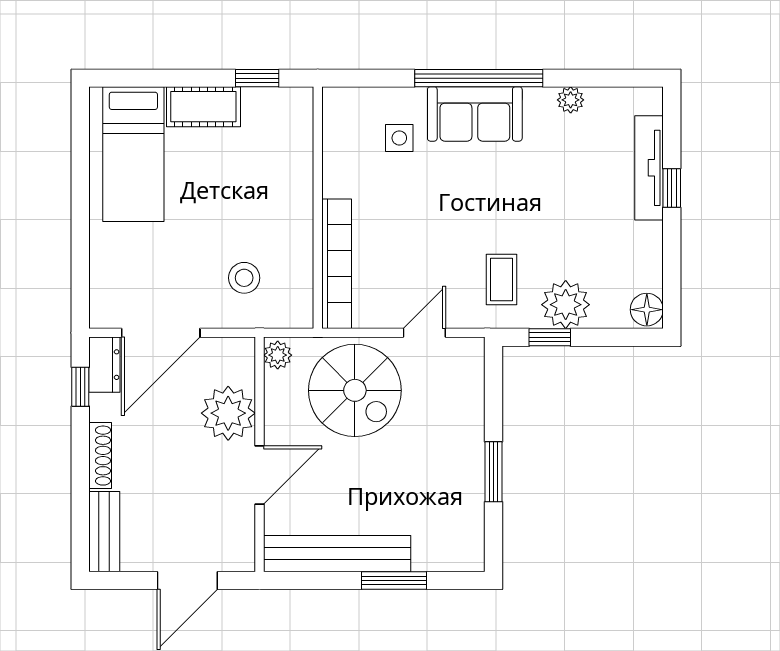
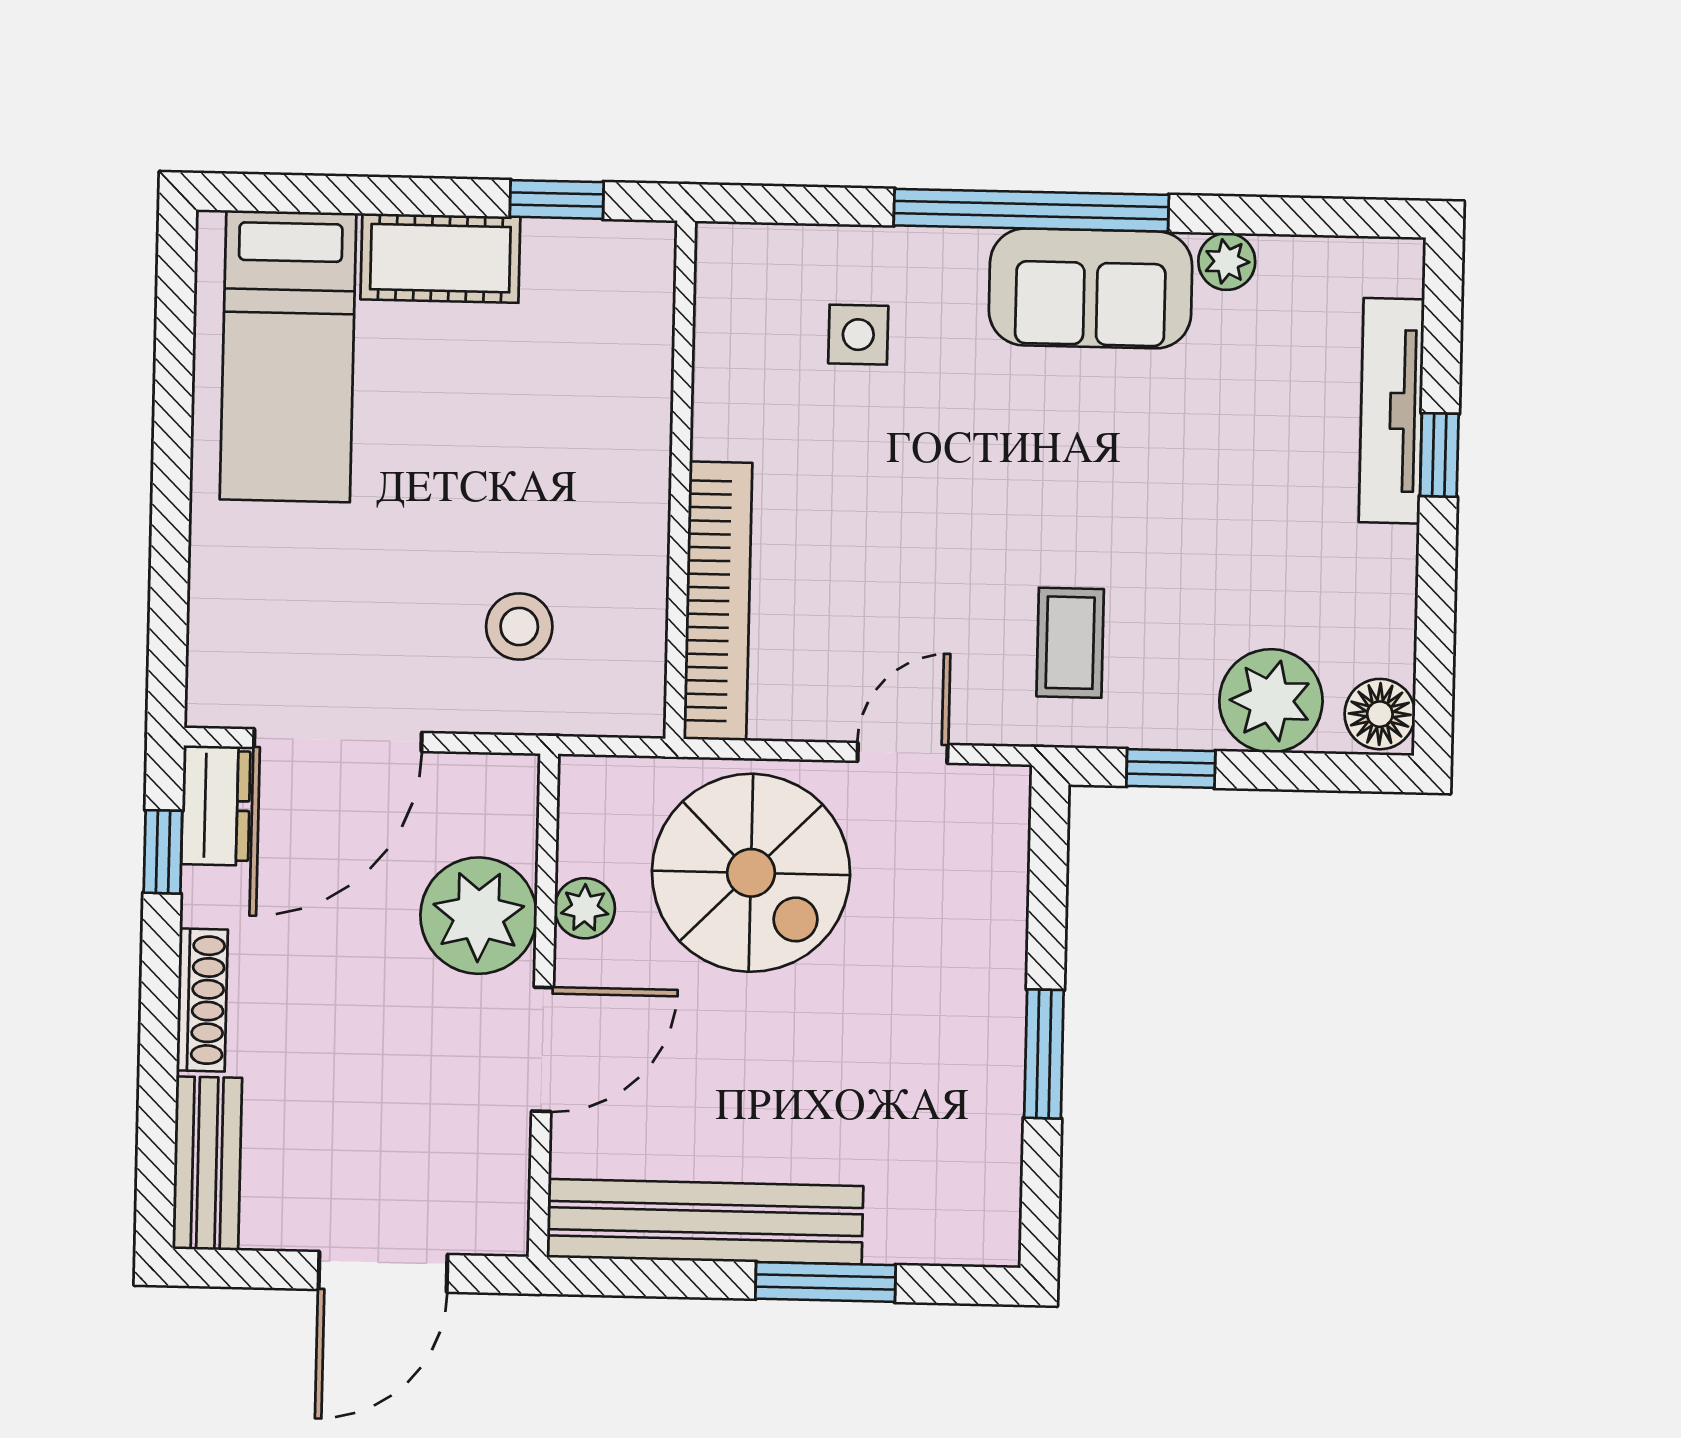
sofa: (475, 114) -> (1091, 288), moved
plant: (566, 305) -> (1271, 701), moved
plant: (278, 355) -> (585, 908), moved

